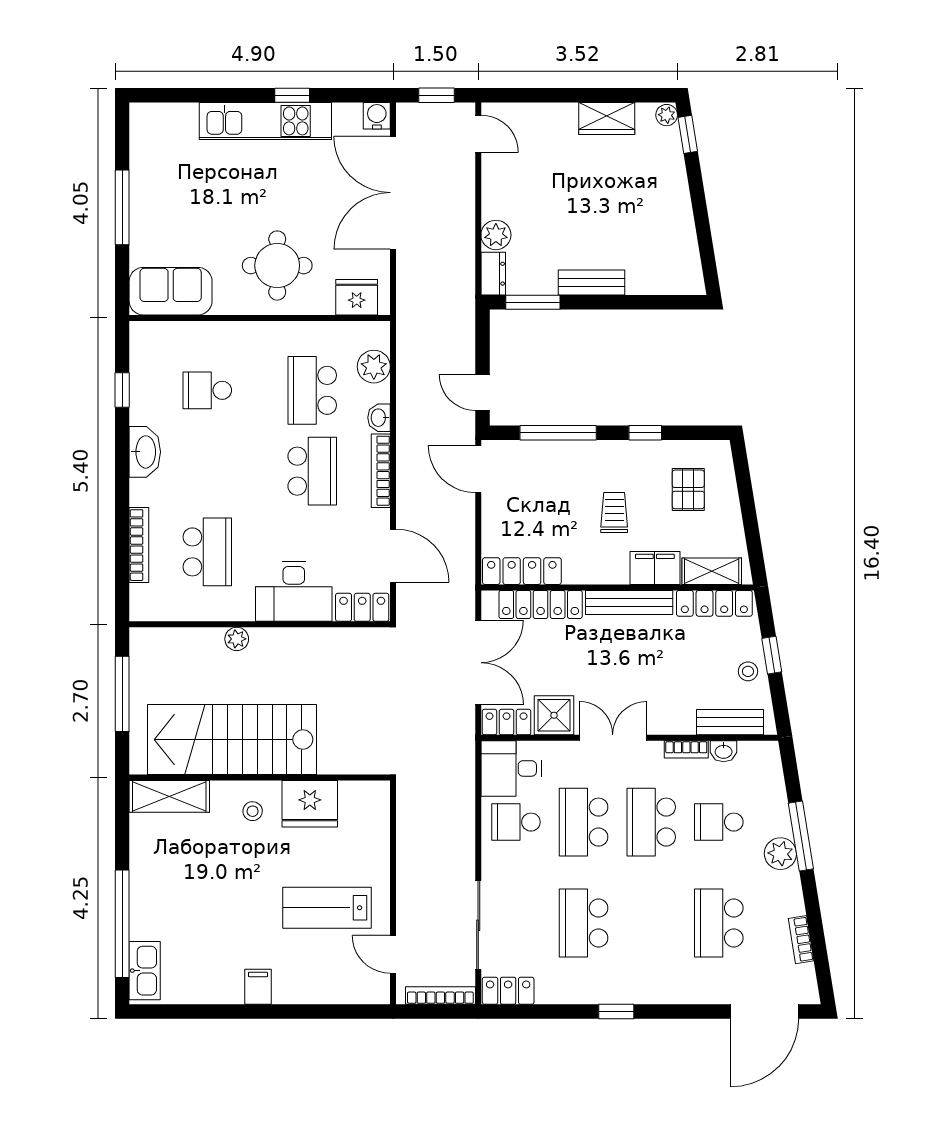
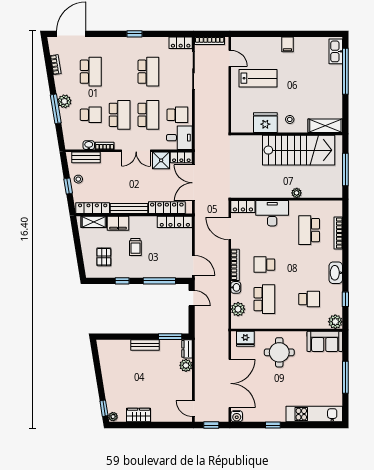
kitchen unit: (265, 121) -> (314, 414), moved
plant: (146, 337) -> (335, 322), added
school desk: (312, 471) -> (264, 265), width x0.54

